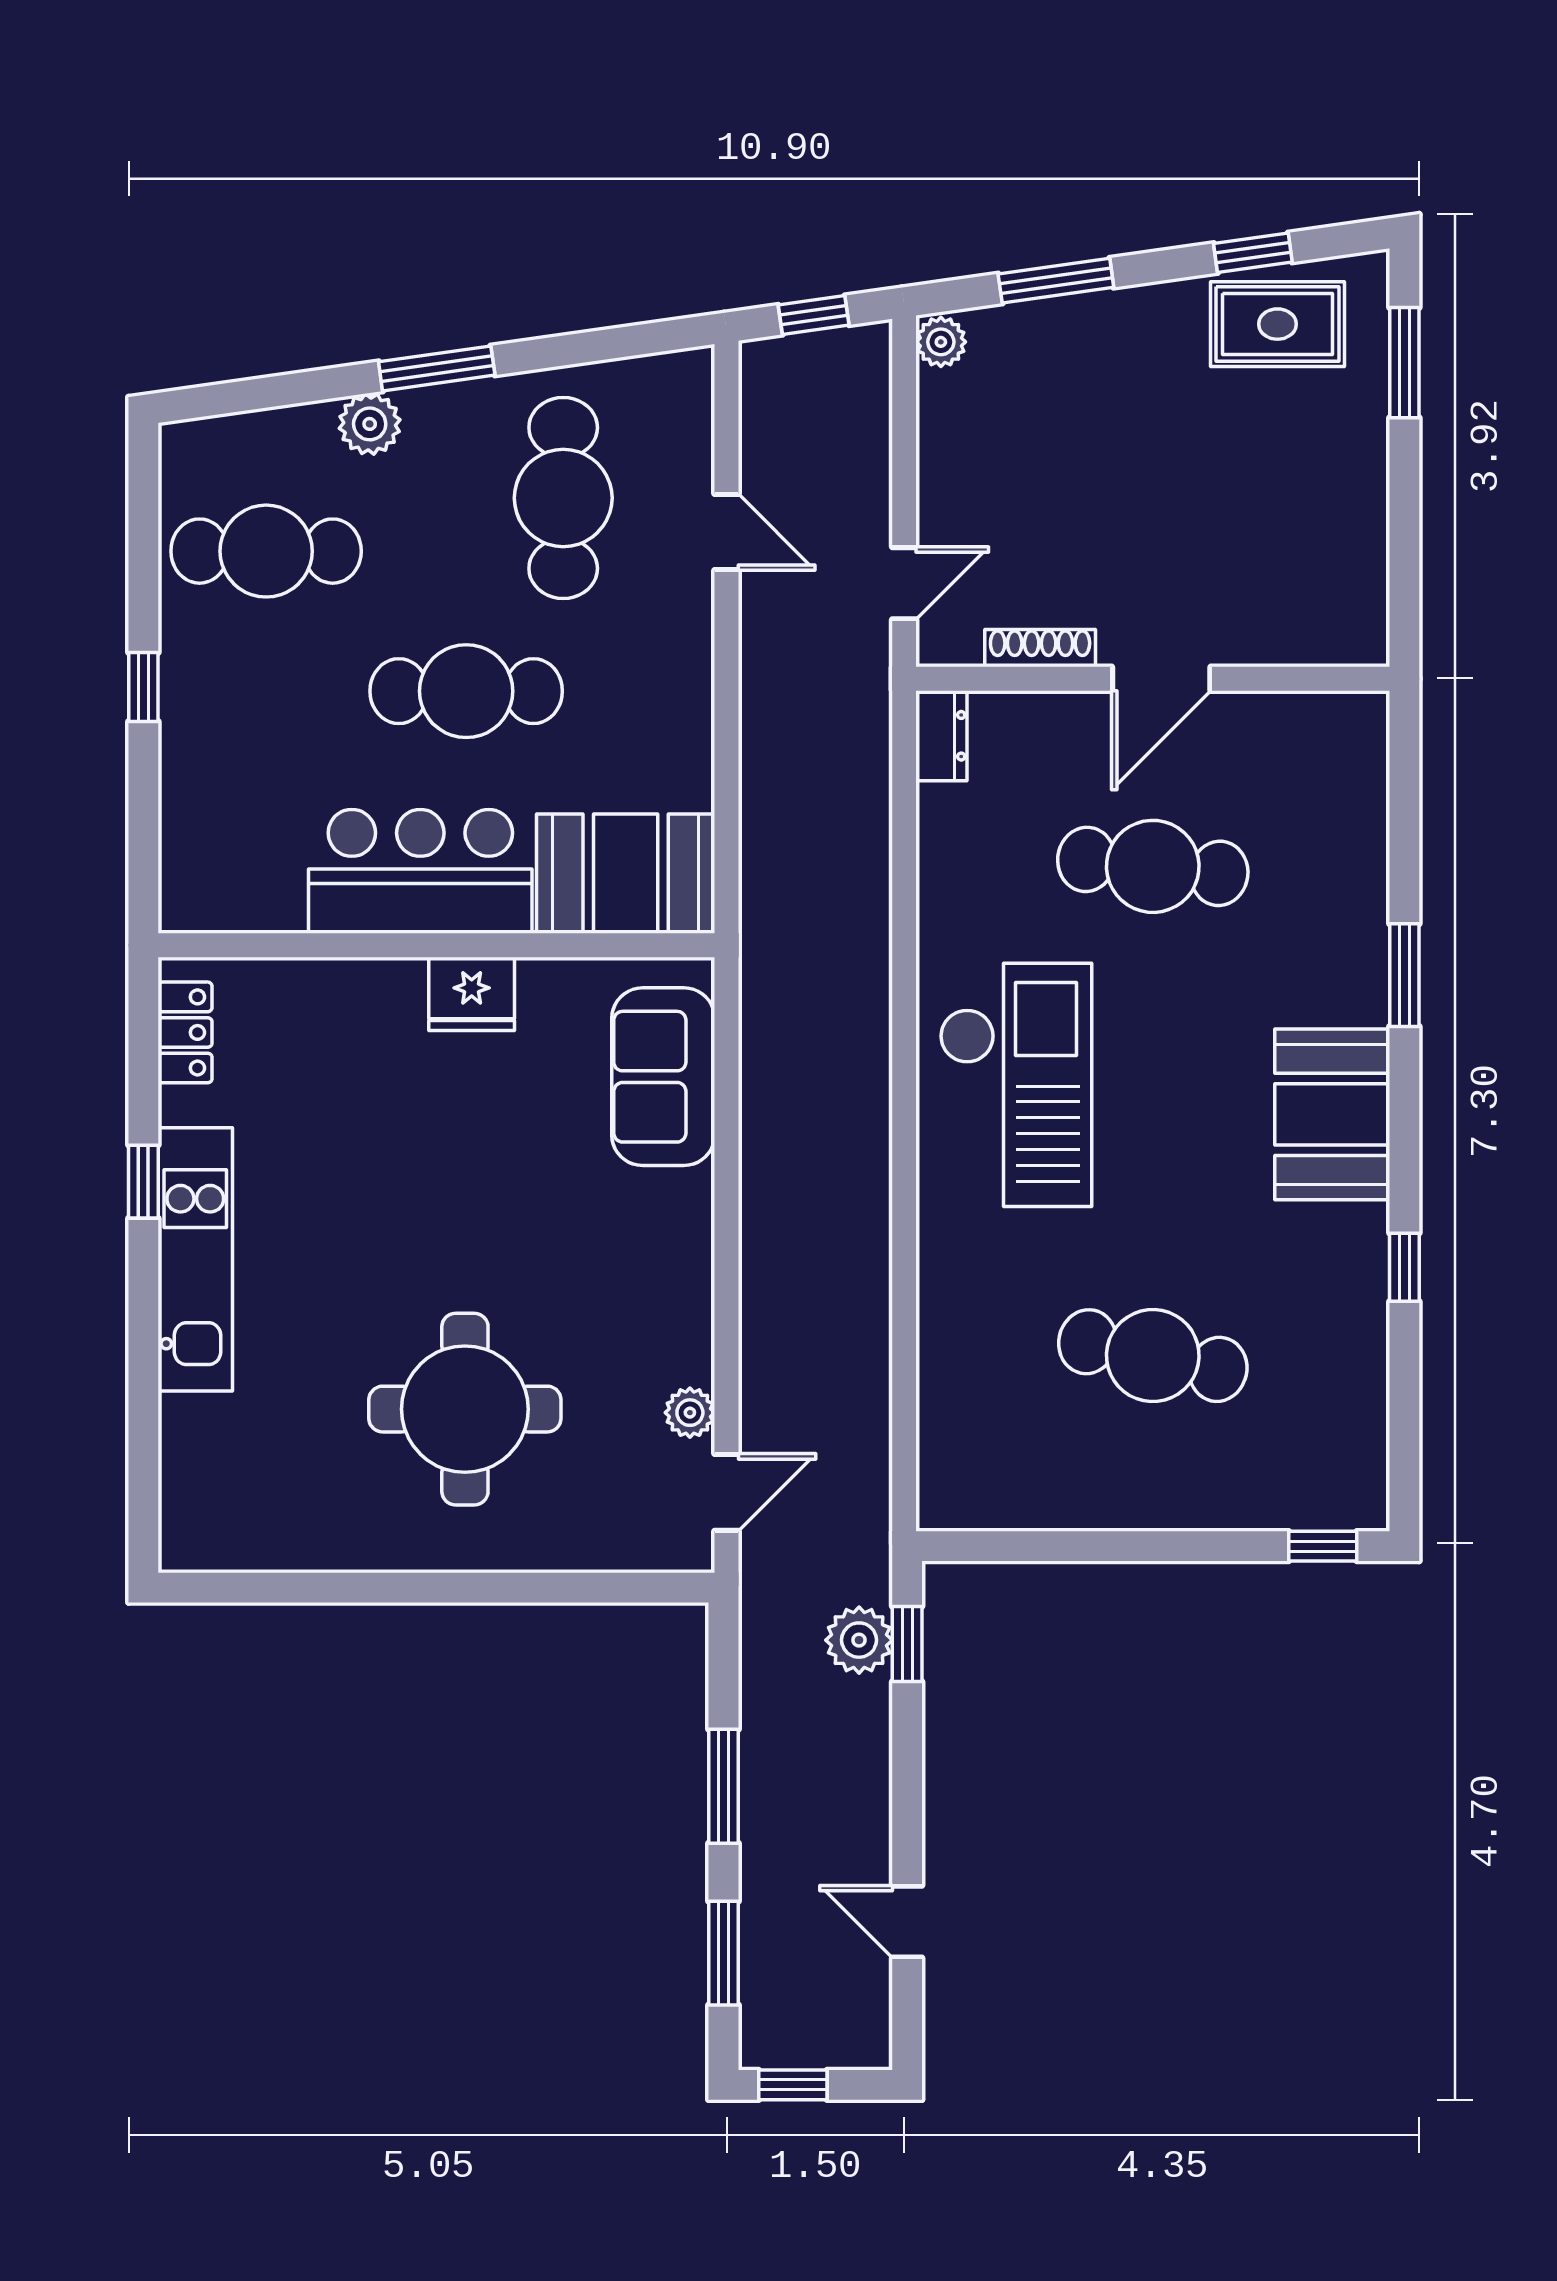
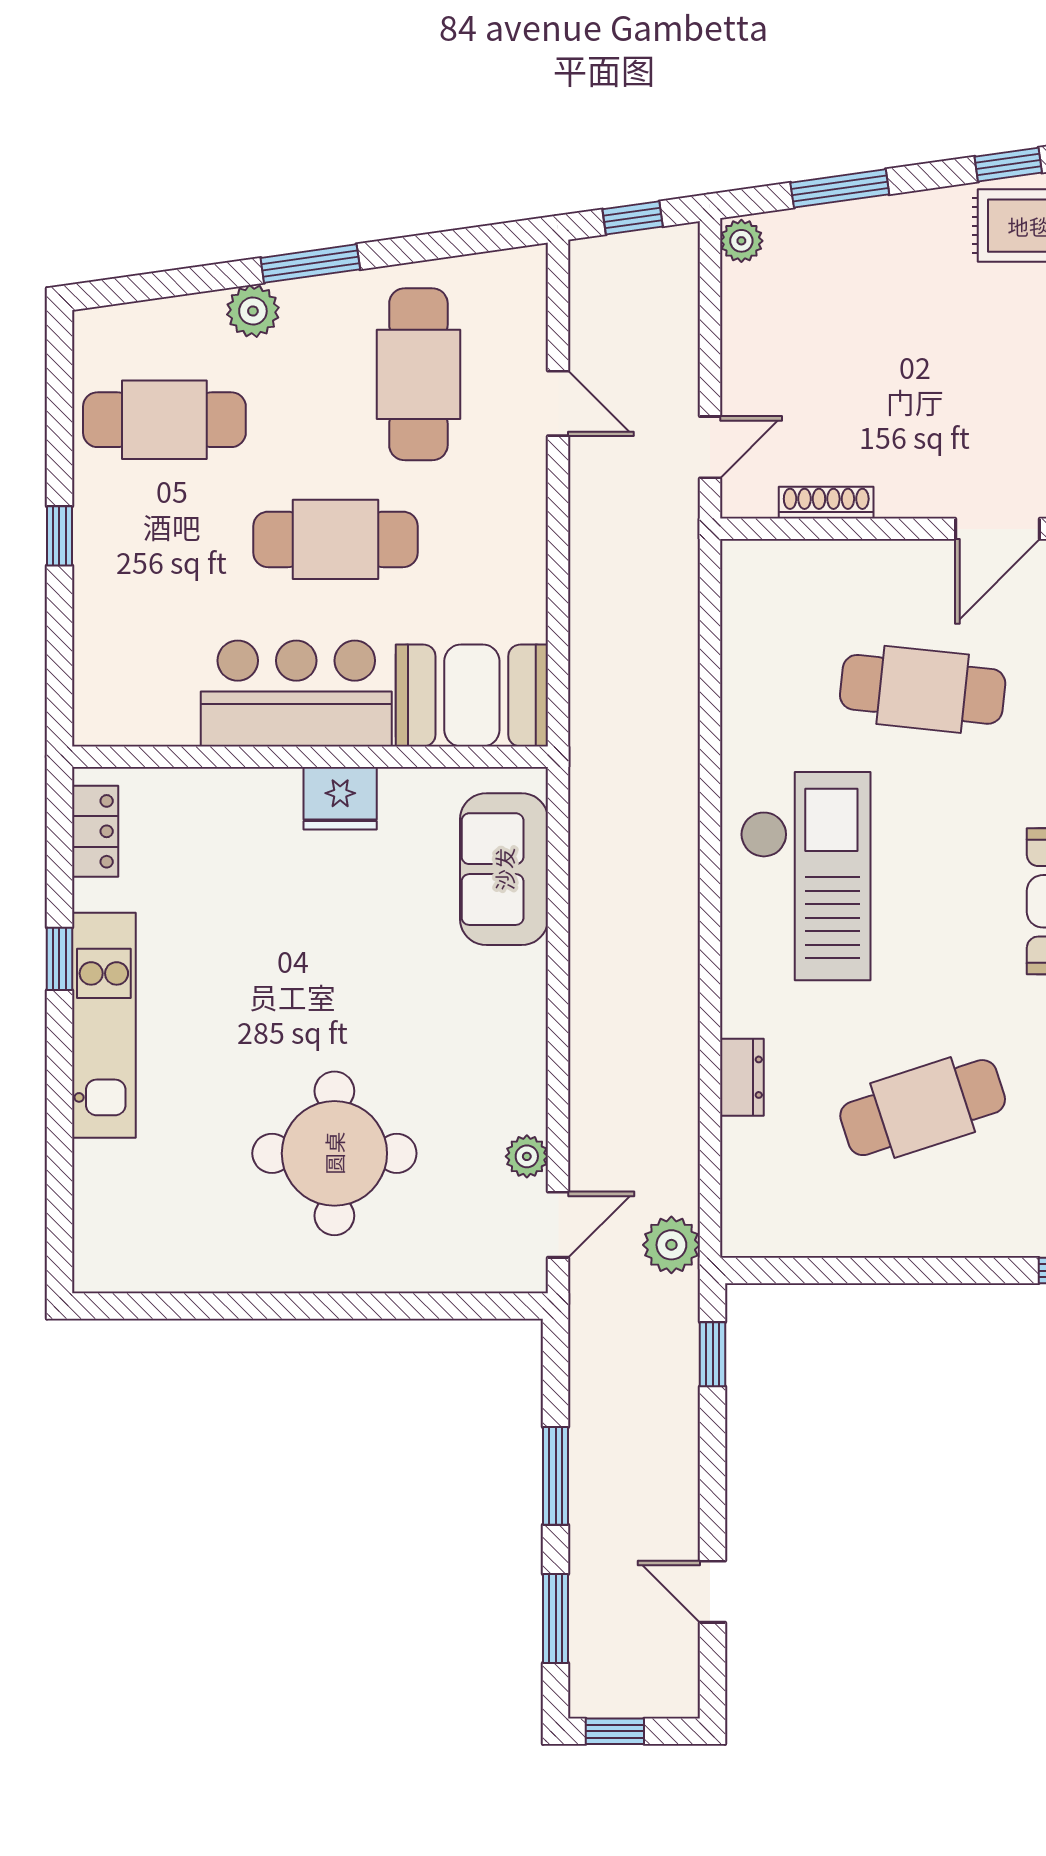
door: (1161, 679) -> (997, 529), moved
dresser: (941, 736) -> (742, 1077), moved
cafe table: (1153, 1356) -> (923, 1108), turned -30
plant: (859, 1640) -> (671, 1245), moved

